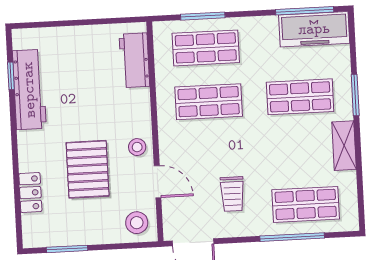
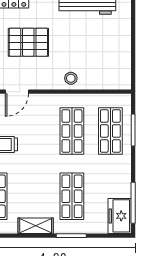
freezer: (314, 29) -> (120, 216), width x0.71
workbench: (134, 60) -> (104, 80), removed
stool: (137, 147) -> (71, 78), moved

